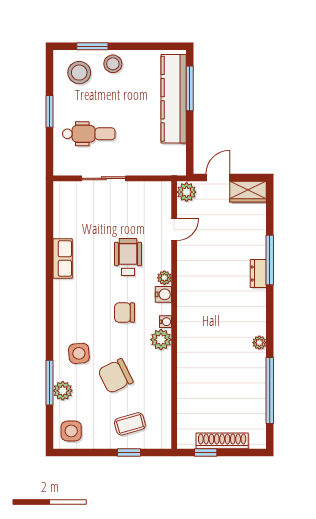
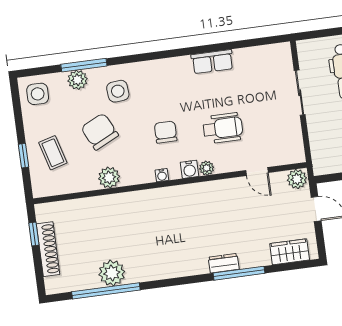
wardrobe: (248, 192) -> (290, 252), moved, turned 90
plant: (161, 340) -> (109, 177), moved
plant: (259, 343) -> (112, 273), moved, width x1.87, depth x1.87

